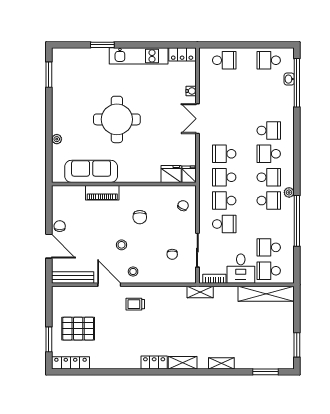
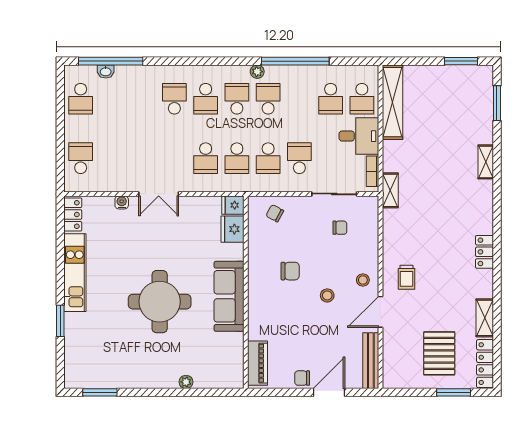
sofa: (91, 171) -> (229, 296), moved
piano: (102, 193) -> (258, 363), moved
shelving: (183, 363) -> (485, 318), moved

